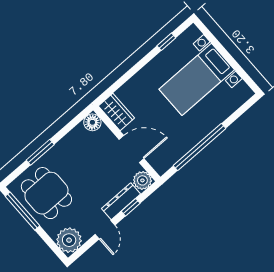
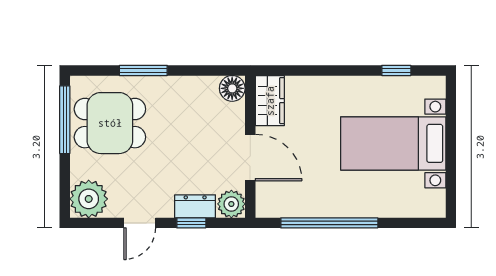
dining table: (46, 193) -> (110, 123), turned 90
dresser: (121, 201) -> (195, 206), width x0.70

